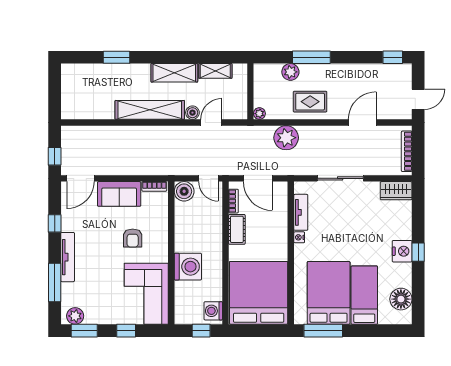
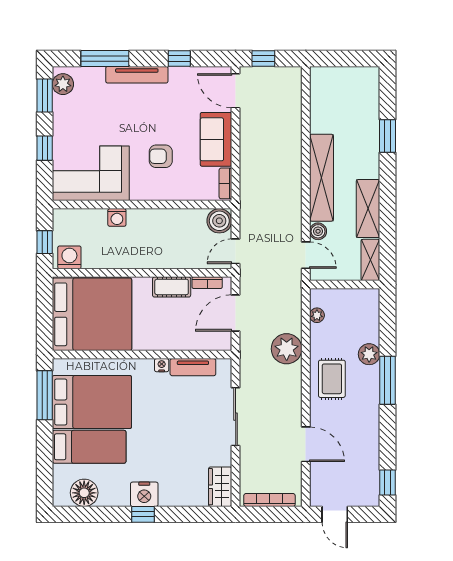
wall: (250, 91) -> (345, 284), moved
washing machine: (188, 267) -> (117, 217), width x0.53, depth x0.53

